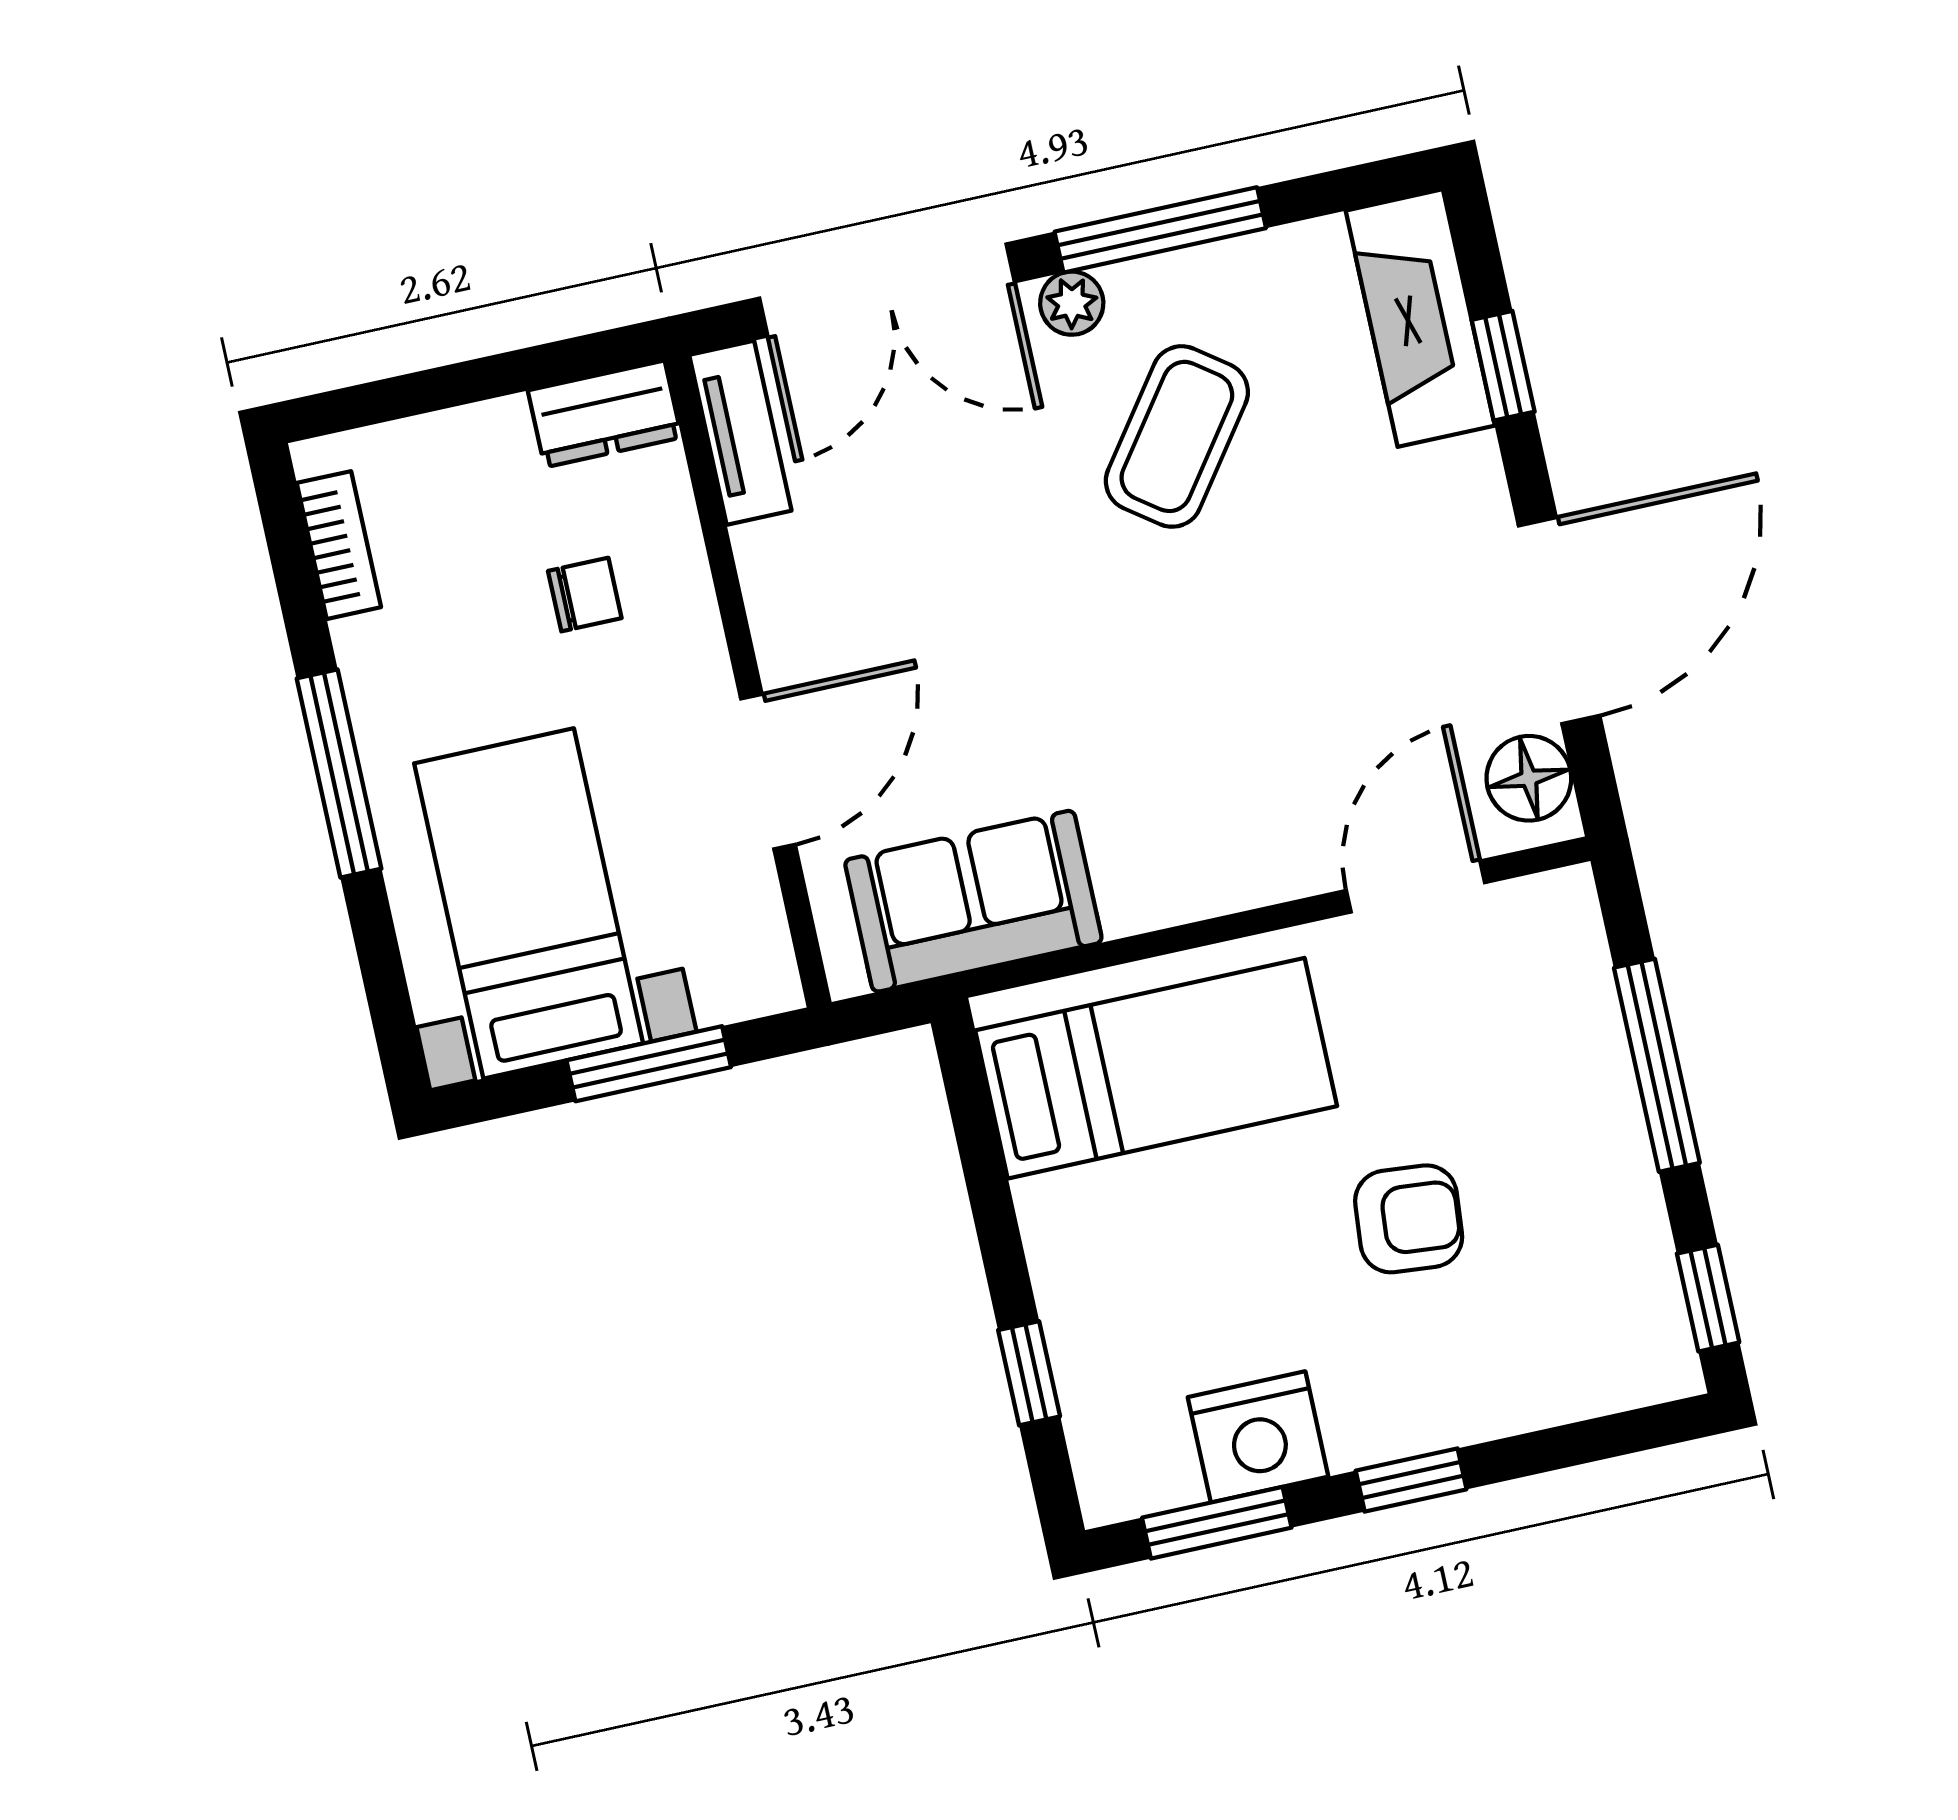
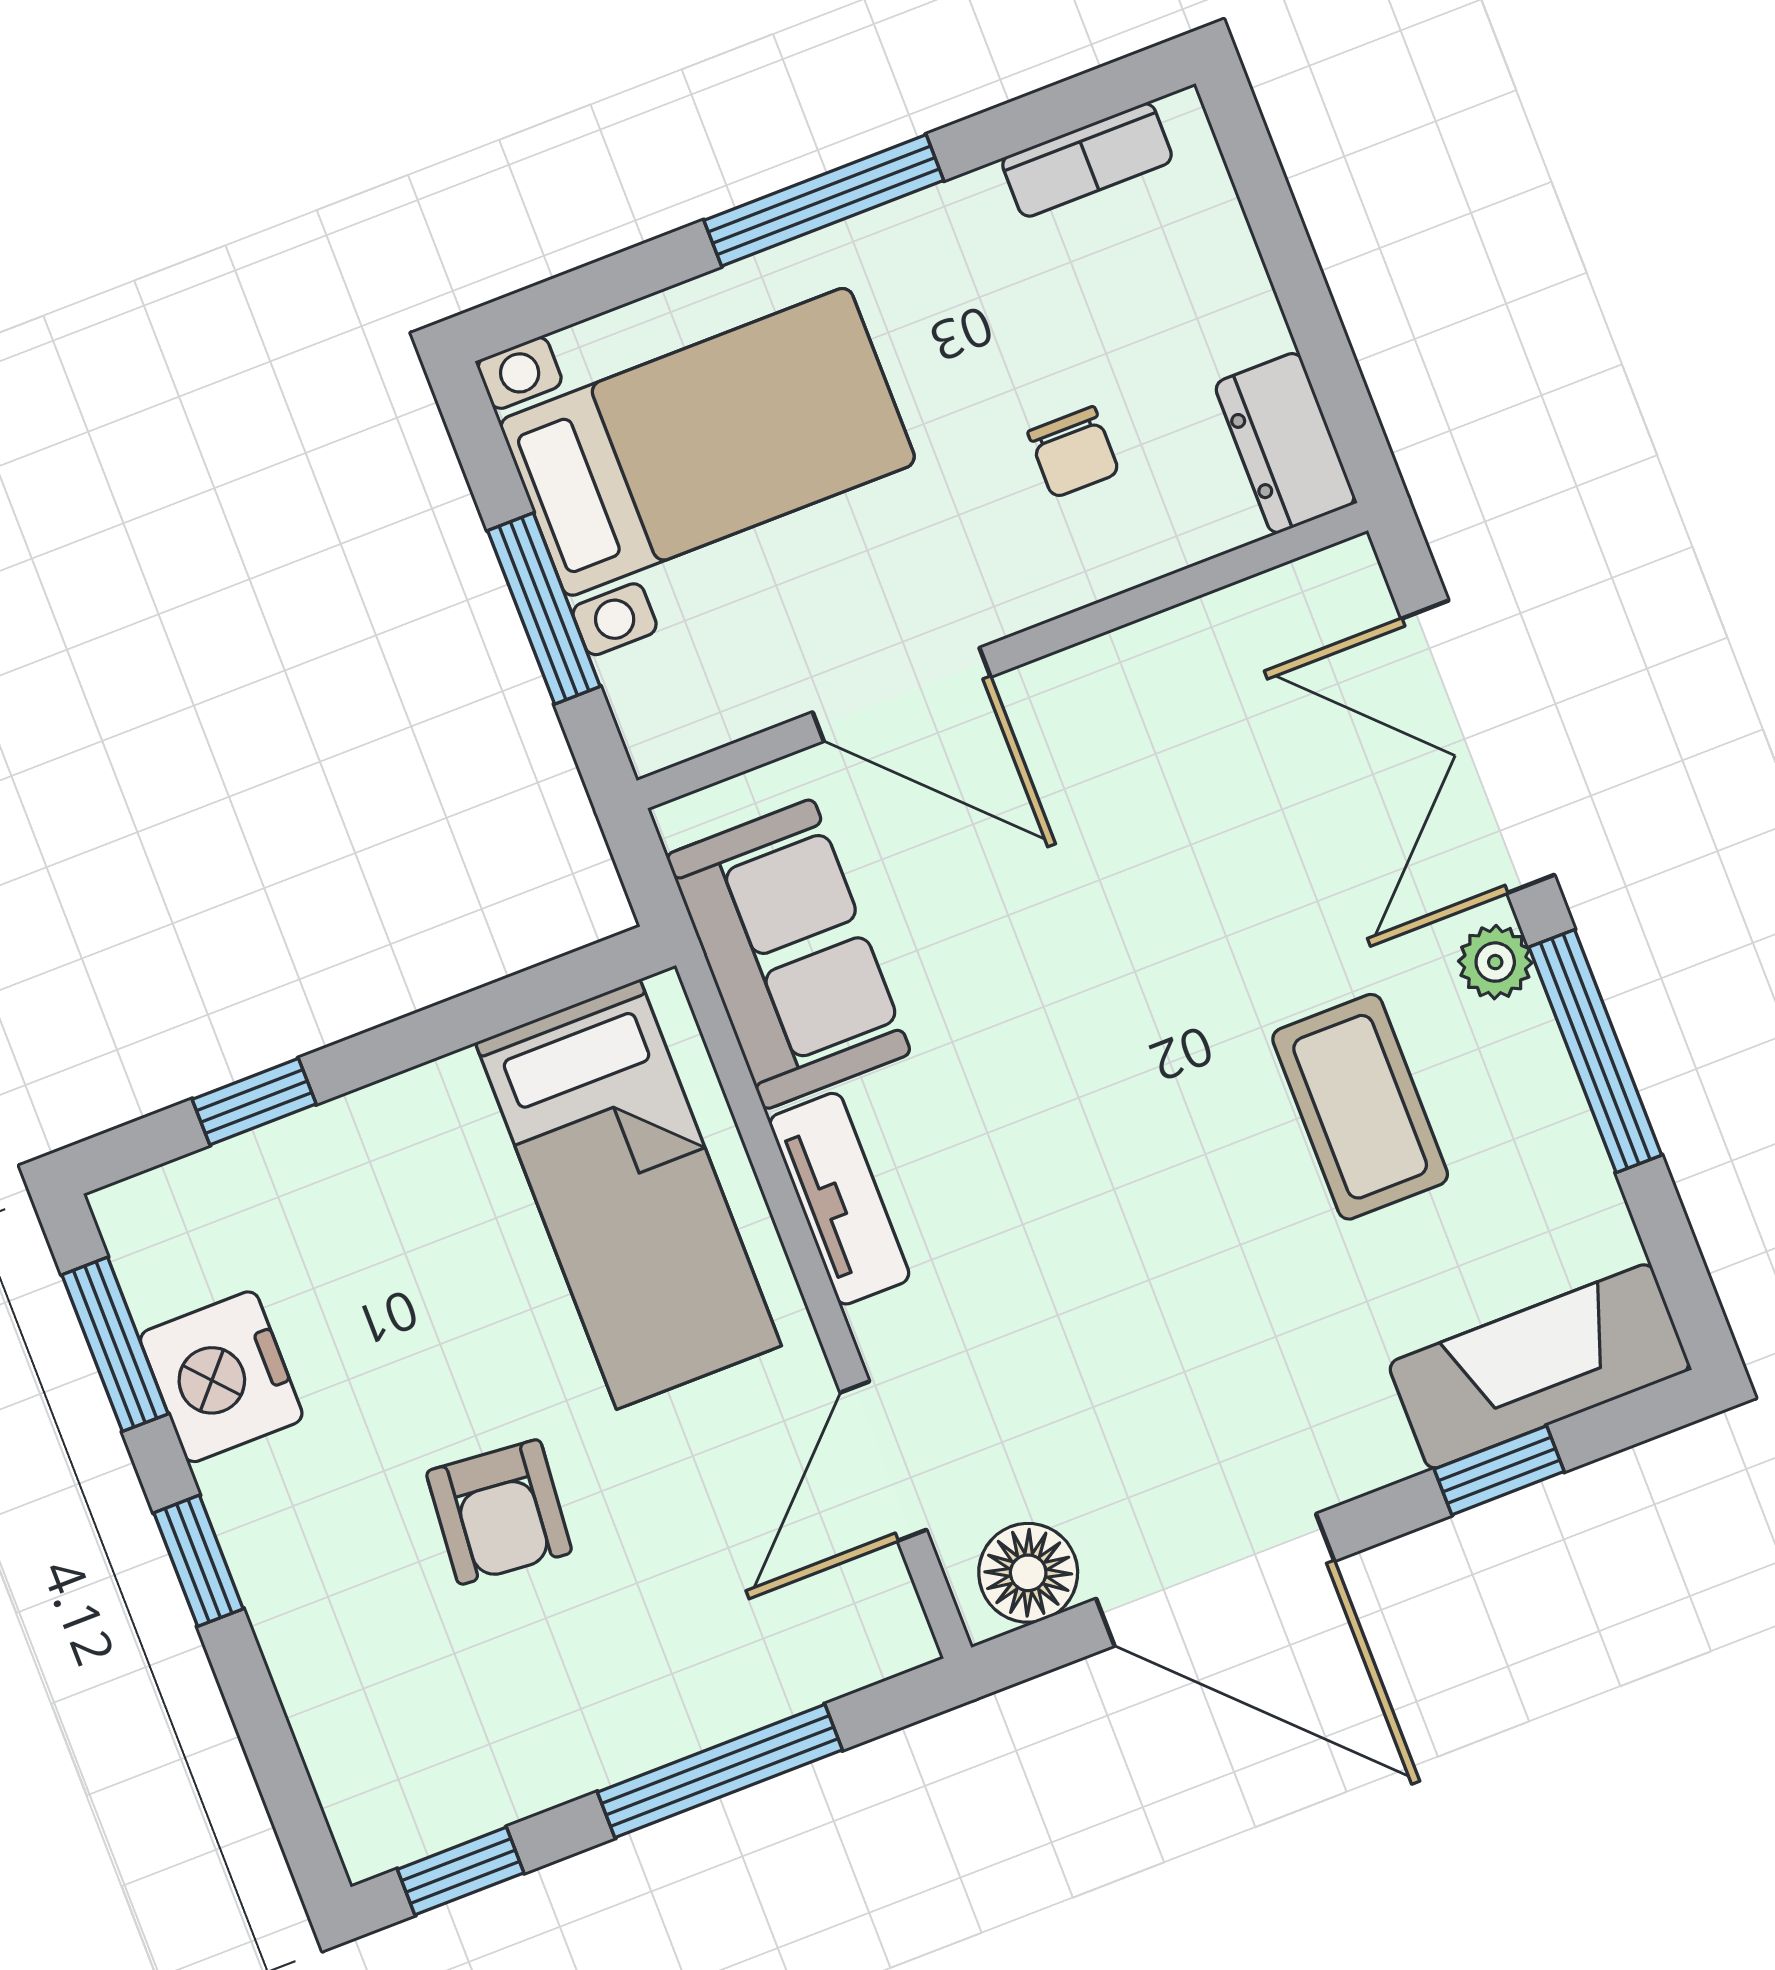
tv unit: (740, 433) -> (839, 1199), moved, turned -90
coffee table: (1177, 436) -> (1360, 1107), turned 54
door: (1415, 887) -> (883, 1461), swing flipped

